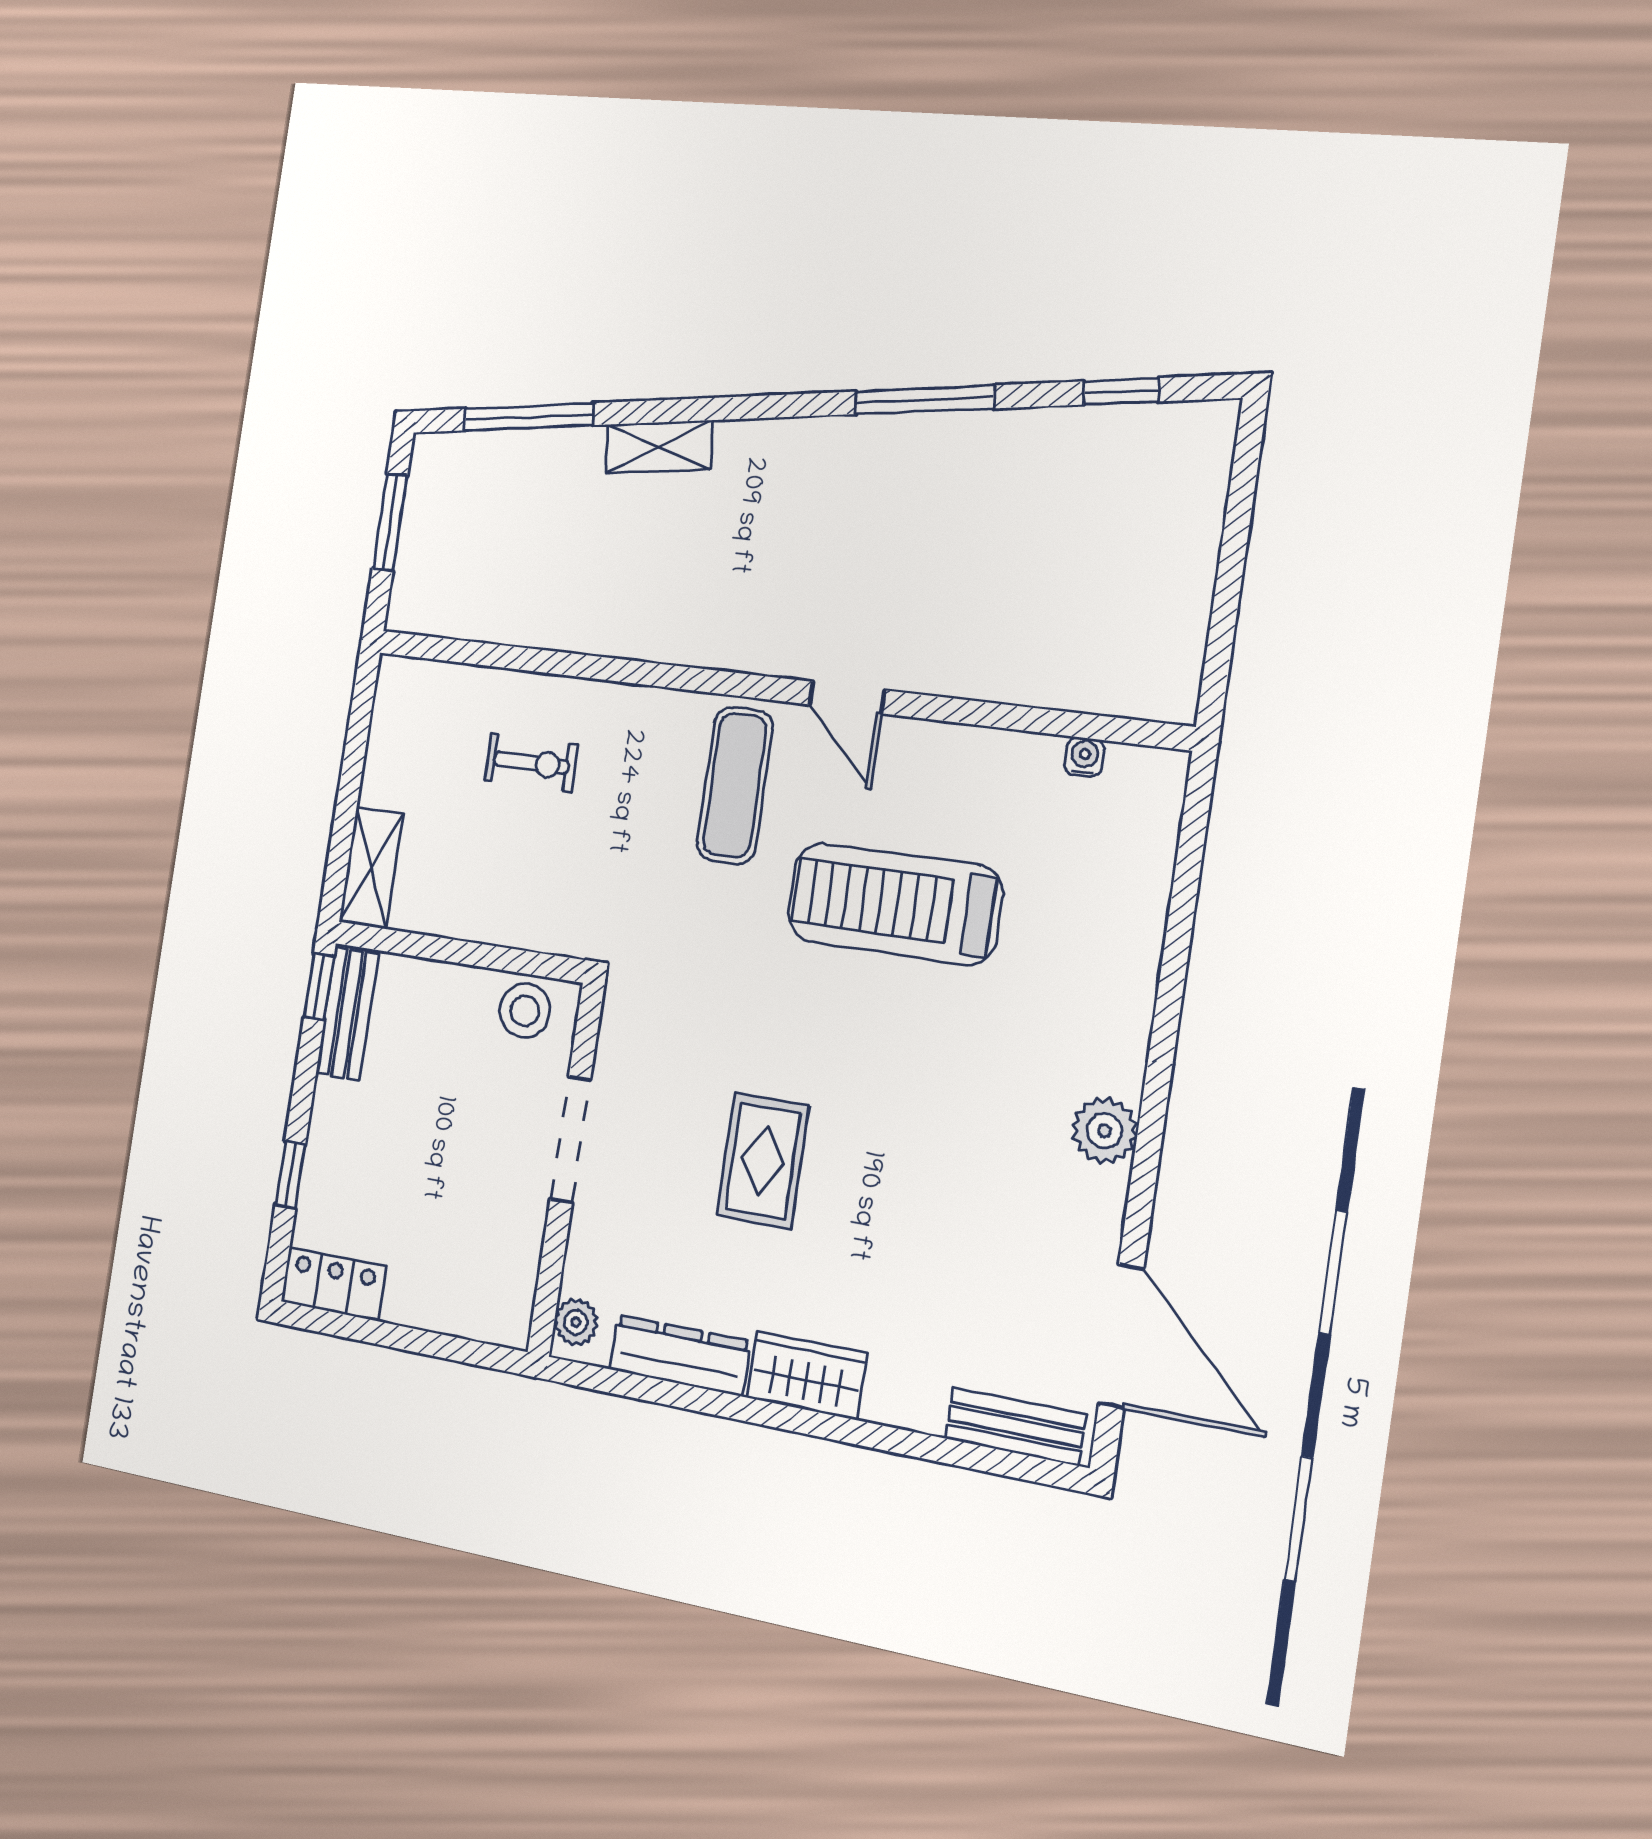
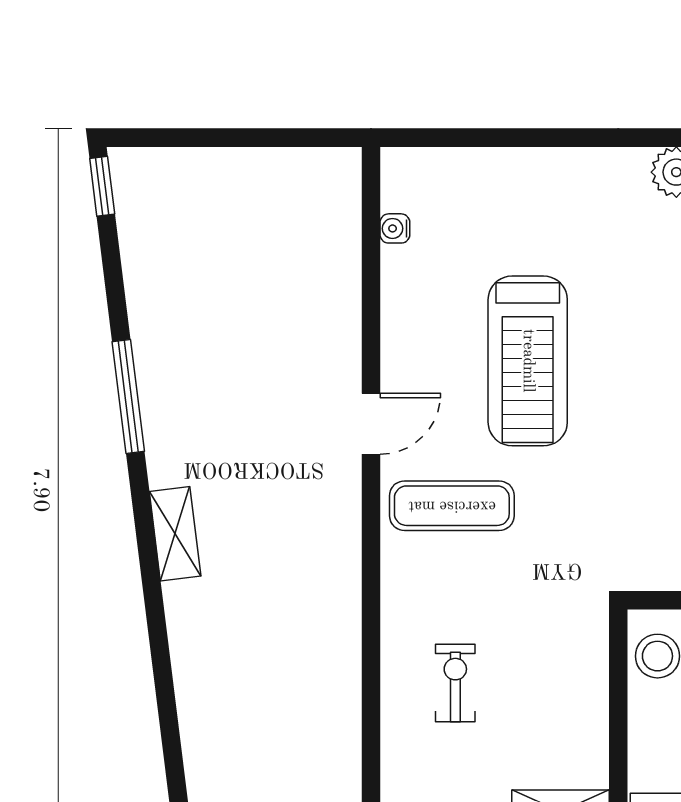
window: (1121, 391) -> (102, 186), moved
window: (529, 417) -> (170, 732), removed
shelving: (659, 447) -> (175, 534), moved

